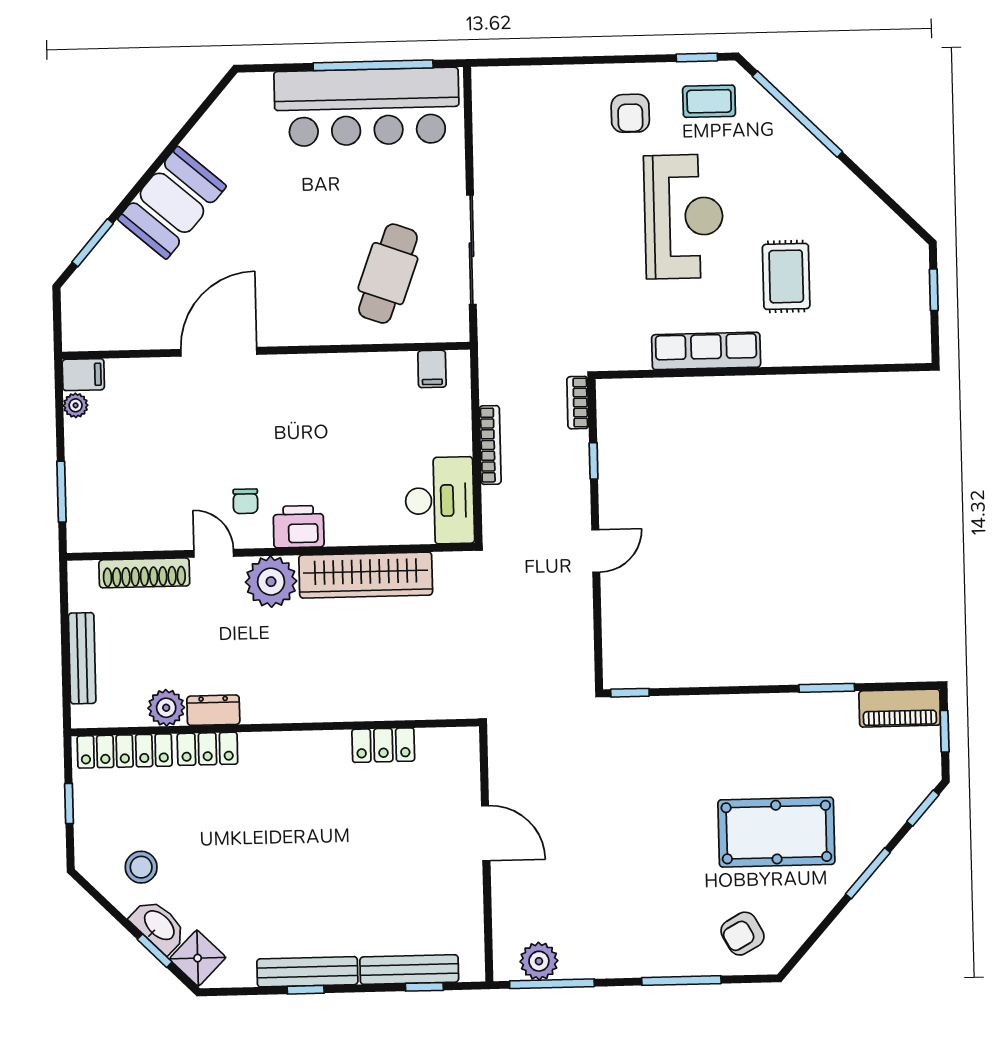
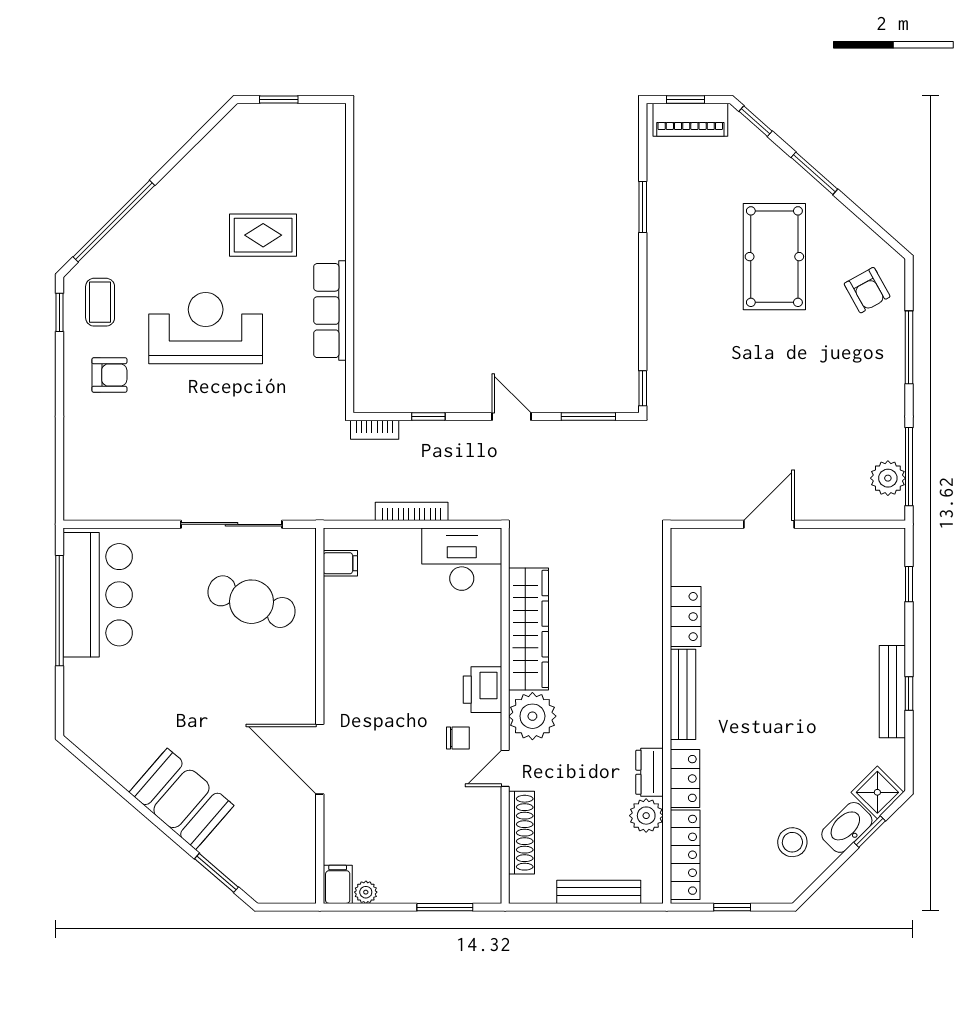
bar counter: (367, 107) -> (98, 595), width x0.73
window: (598, 634) -> (588, 417), added
piano: (900, 708) -> (690, 120), moved, turned 90
bench: (409, 970) -> (683, 694), moved

